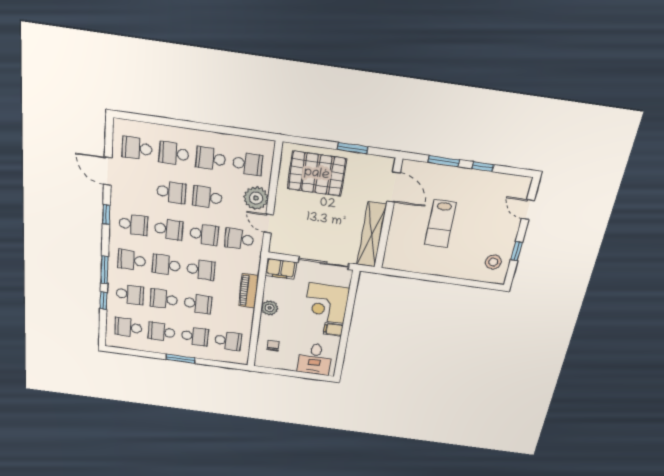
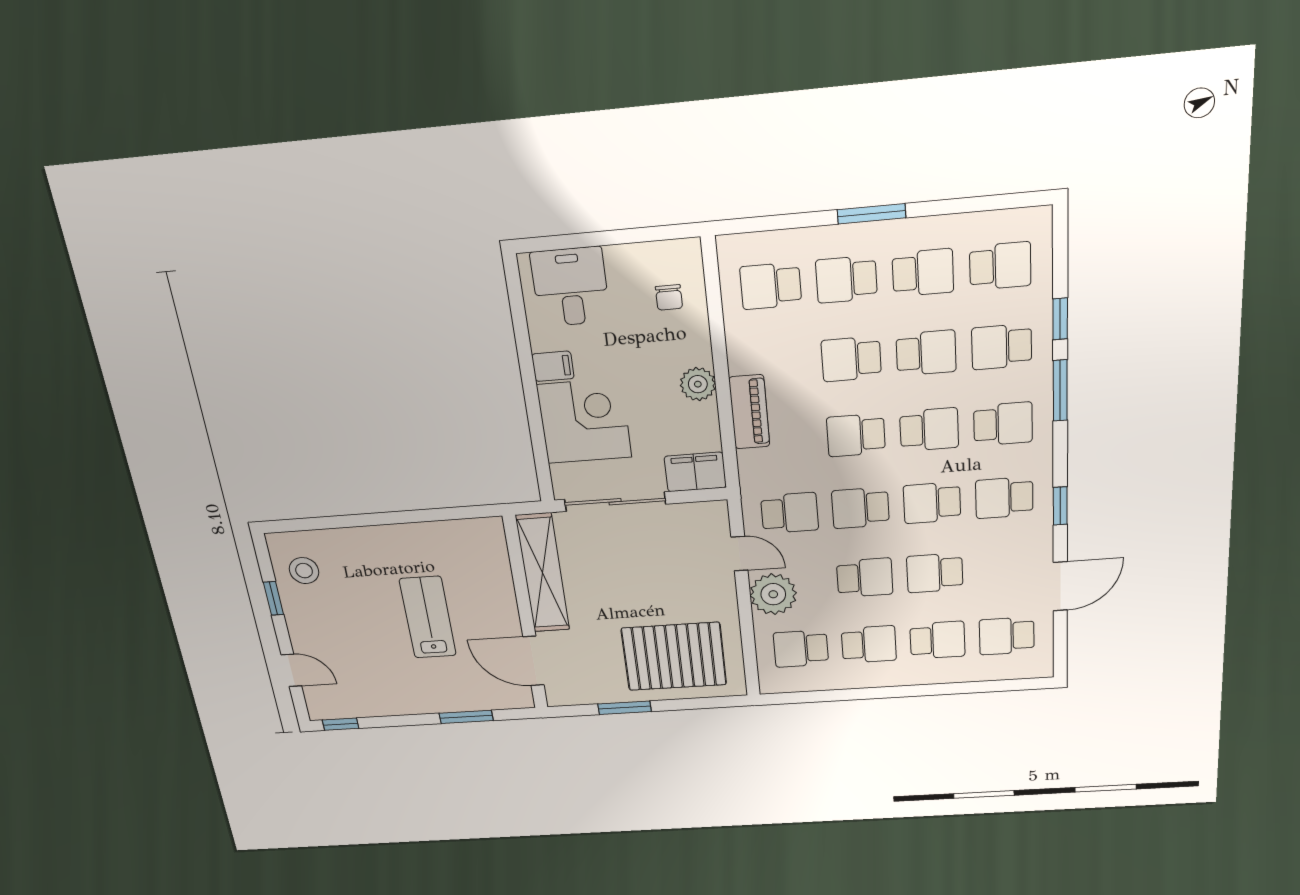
school desk: (137, 148) -> (1007, 636), turned 180
window: (483, 167) -> (341, 724), moved
door: (108, 171) -> (1060, 586), hinge flipped

